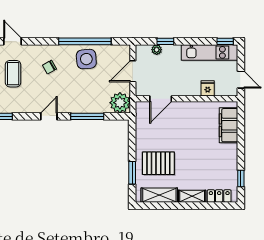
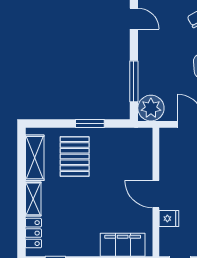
door: (161, 99) -> (156, 194), moved
window: (87, 116) -> (134, 81), moved
window: (132, 173) -> (90, 124), moved

